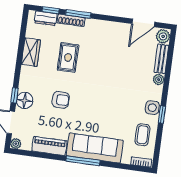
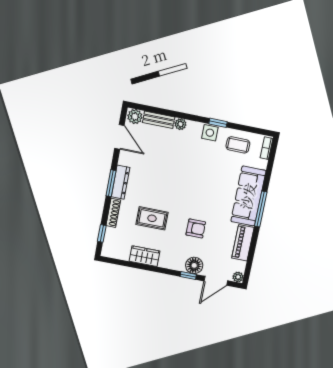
window: (78, 14) -> (111, 183), moved
dresser: (46, 18) -> (121, 182), moved, width x1.44
armchair: (61, 100) -> (196, 228), turned 90

